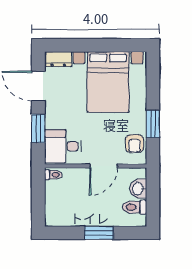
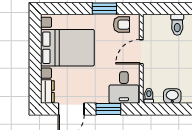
door: (104, 166) -> (141, 52), swing flipped
washbasin: (138, 189) -> (172, 96), moved, turned 180

